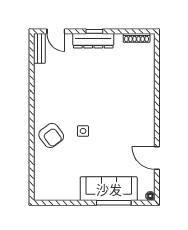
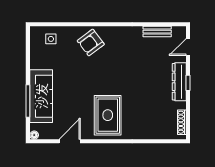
bench: (39, 48) -> (157, 32), moved
rug: (129, 117) -> (108, 115), added
side table: (83, 131) -> (51, 39), moved

